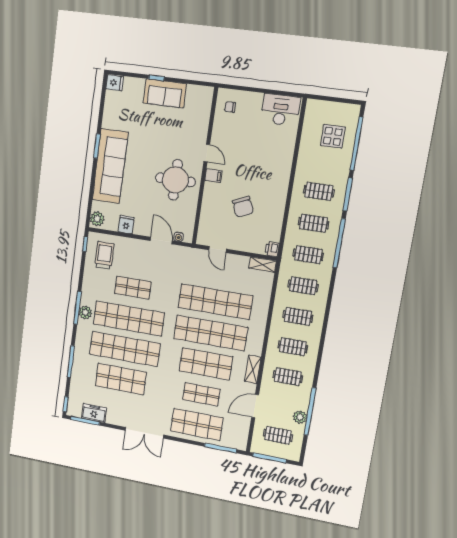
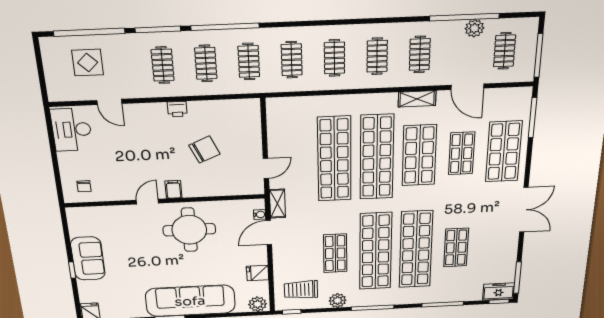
door: (297, 144) -> (109, 102), added
printer: (272, 249) -> (177, 109), moved
shelving: (263, 265) -> (277, 204), moved
plant: (85, 312) -> (338, 301), moved
shop shelf: (121, 379) -> (456, 248), width x0.70, depth x0.74
freezer: (94, 413) -> (499, 292), moved, turned 90

